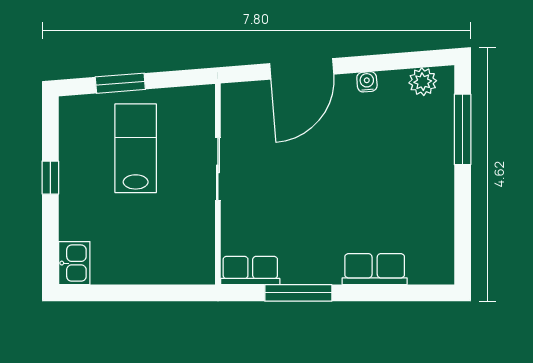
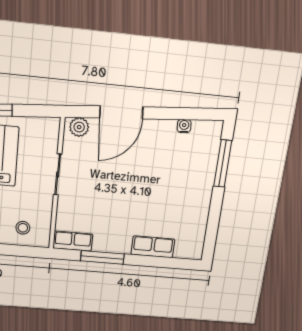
water cooler: (367, 82) -> (184, 126), moved
plant: (423, 82) -> (79, 127), moved
stool: (173, 256) -> (23, 228), added

